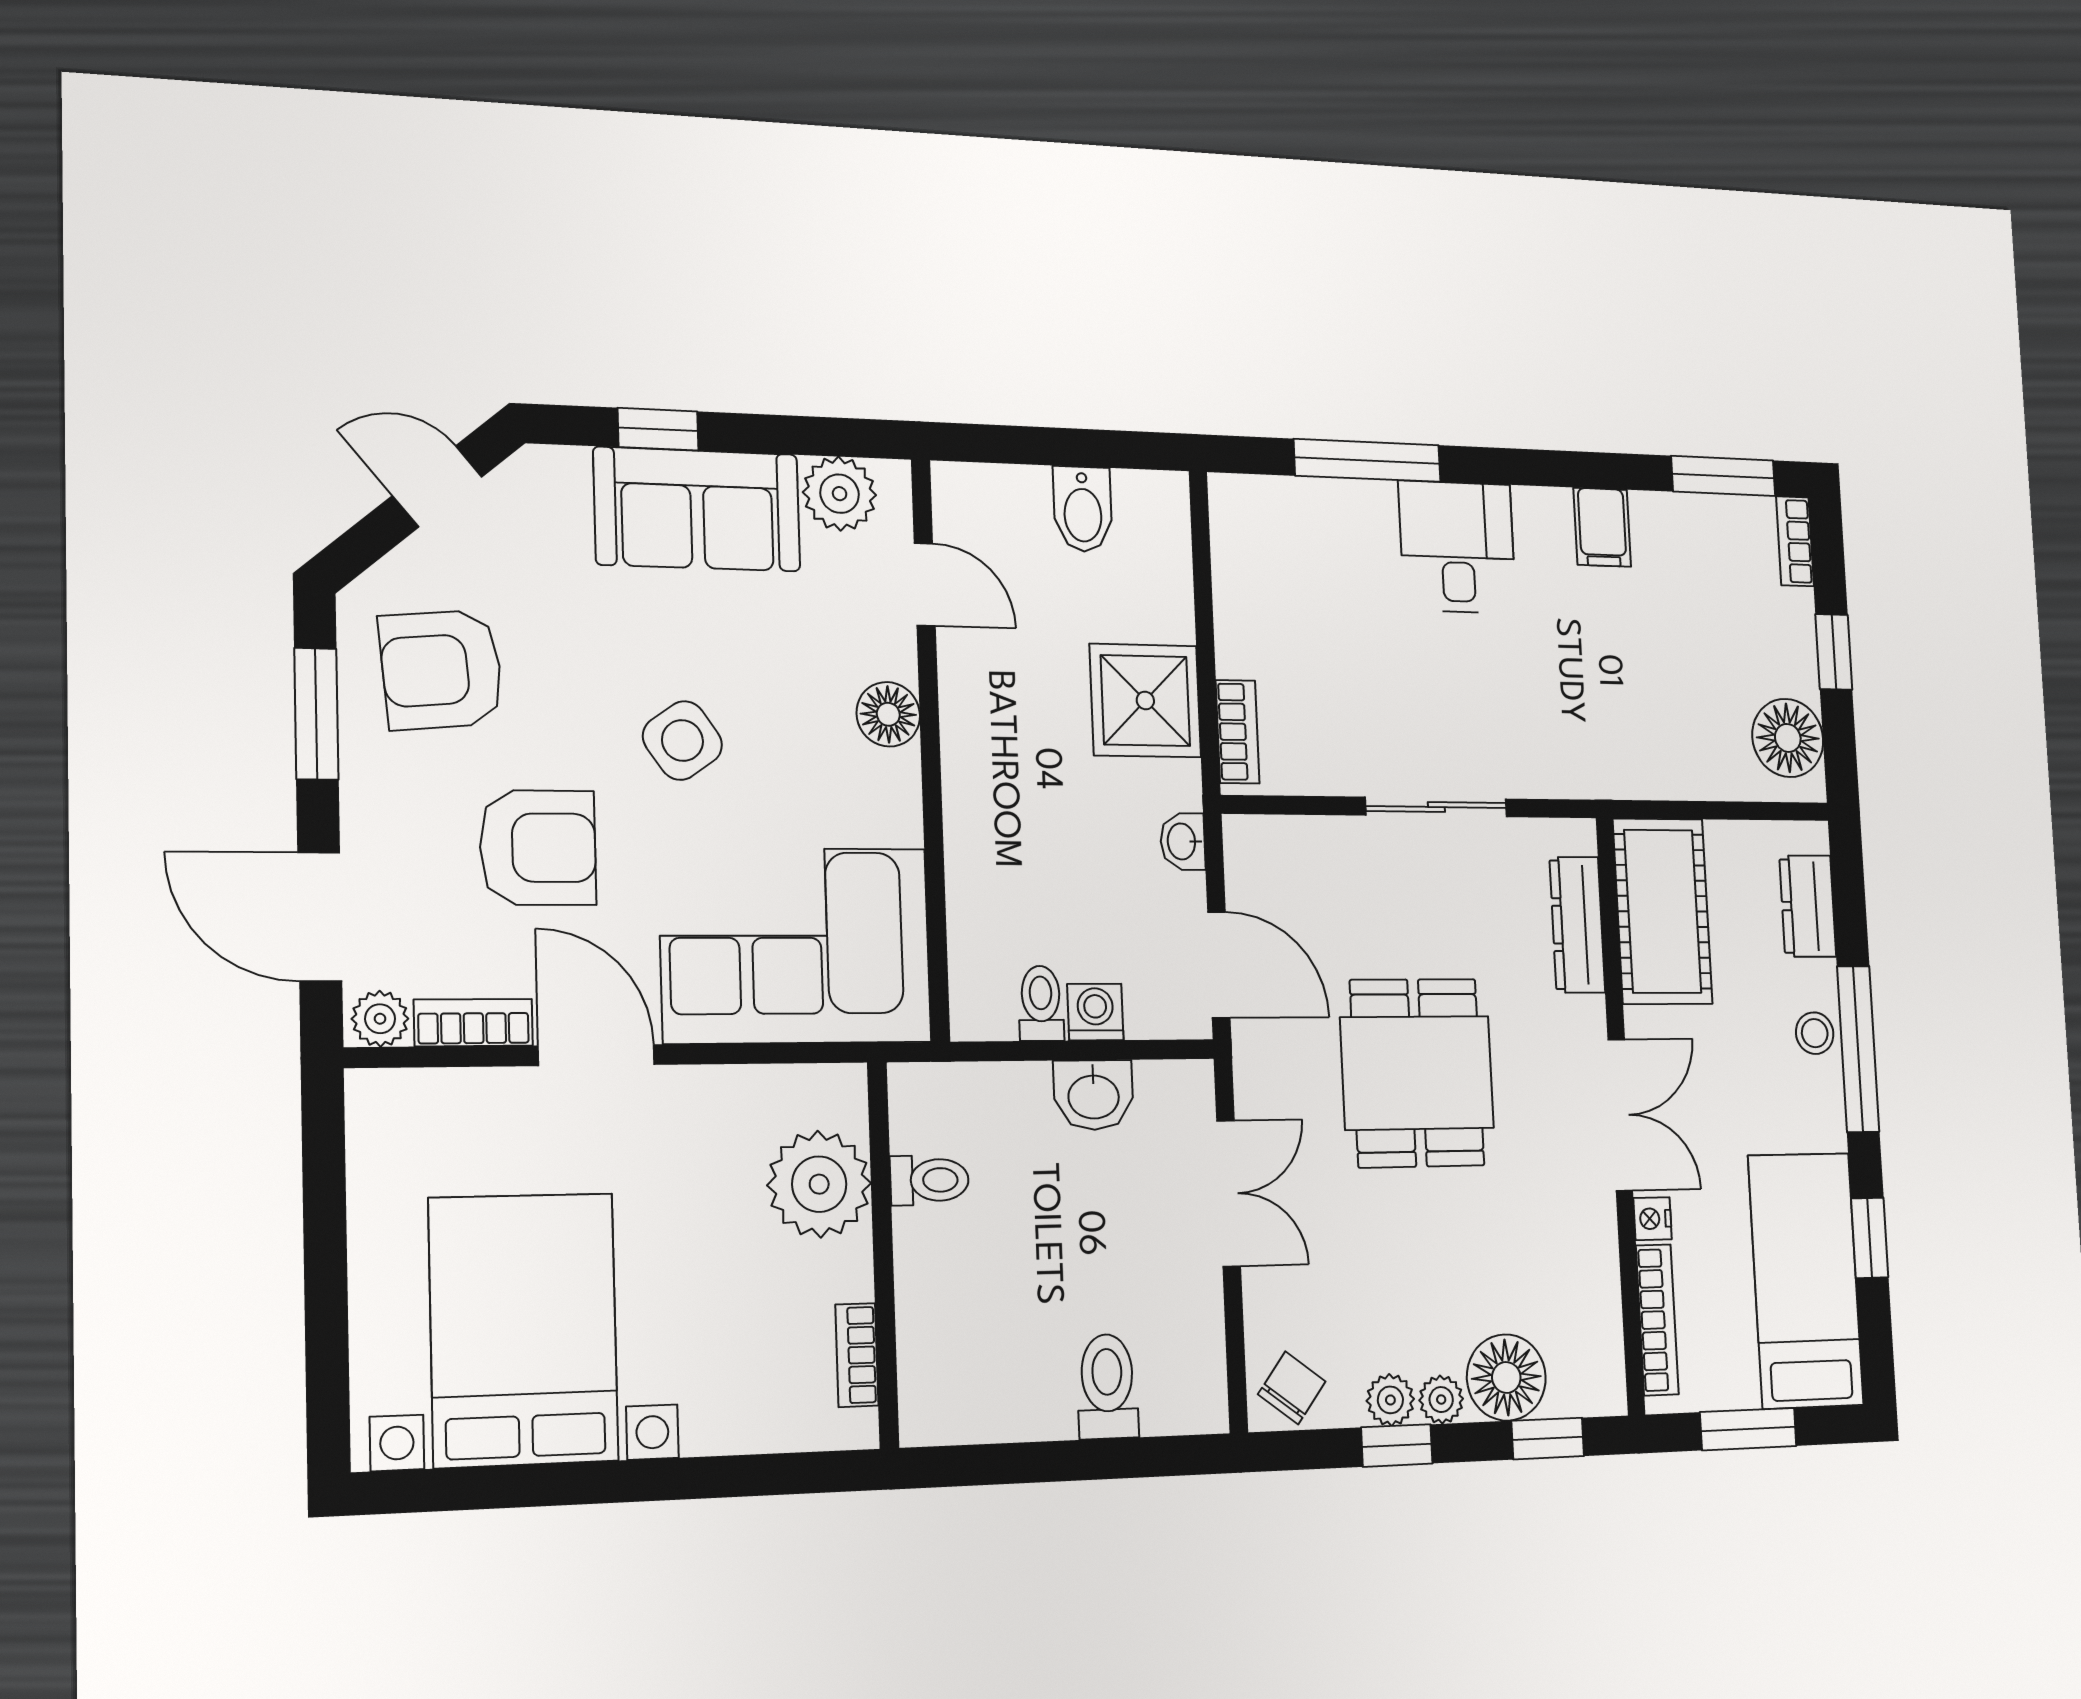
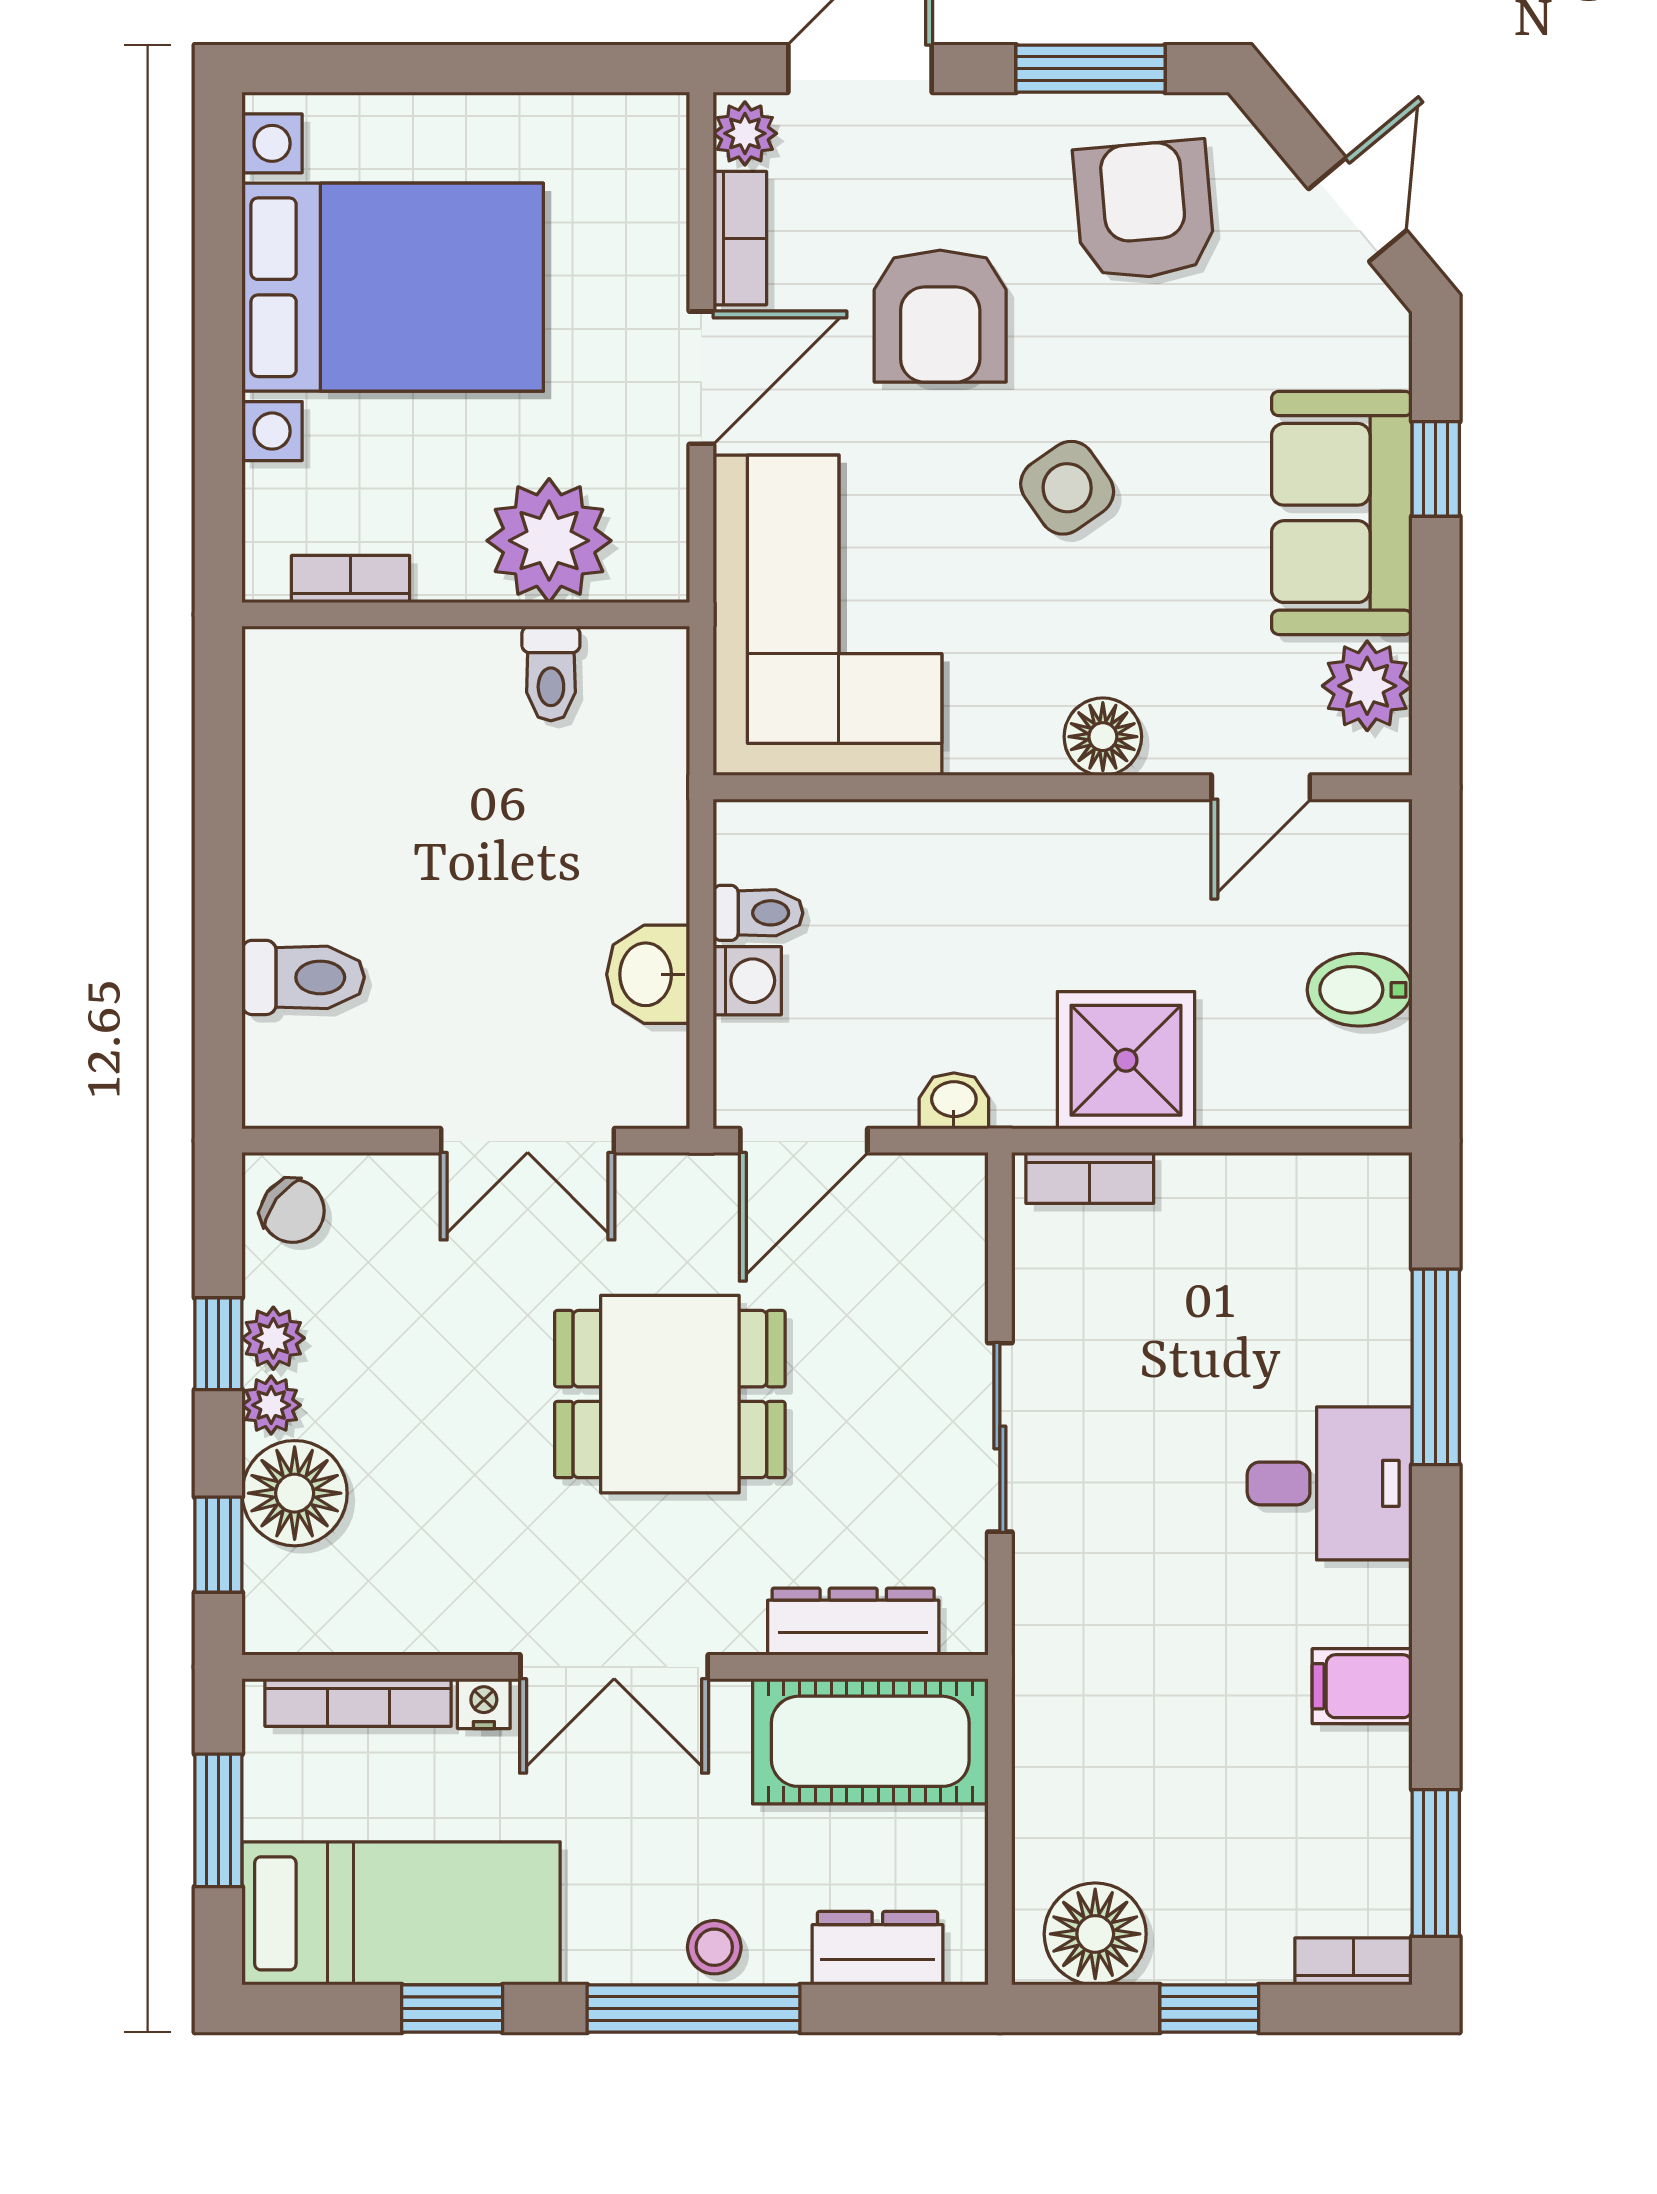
toilet: (929, 1180) -> (551, 674), moved
plant: (819, 1184) -> (549, 541), moved
wall: (883, 1254) -> (466, 614), moved
bookcase: (857, 1355) -> (351, 579), moved

